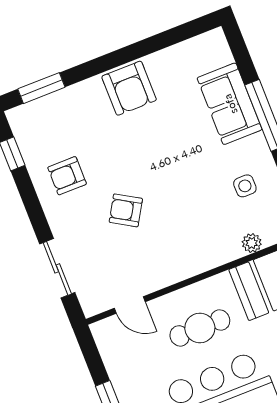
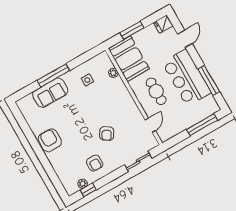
window: (41, 88) -> (56, 181), removed
armchair: (129, 88) -> (50, 140), turned -90
plant: (27, 144) -> (83, 184), added

